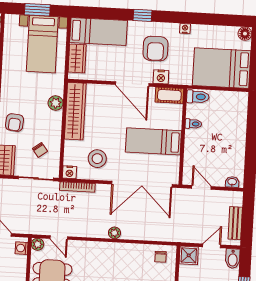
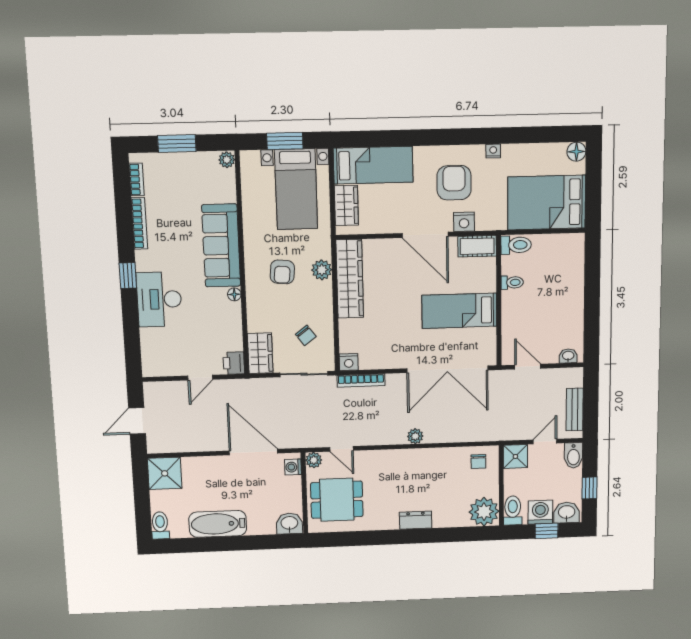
window: (142, 15) -> (433, 137), removed
armchair: (155, 49) -> (454, 183), turned 180
armchair: (15, 122) -> (282, 272), moved
stool: (97, 159) -> (385, 340), removed

